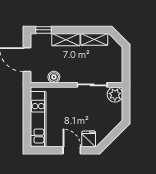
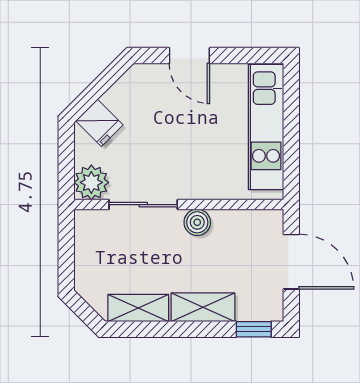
boiler: (54, 77) -> (197, 222), moved
fridge: (89, 139) -> (99, 123), moved, turned -45

